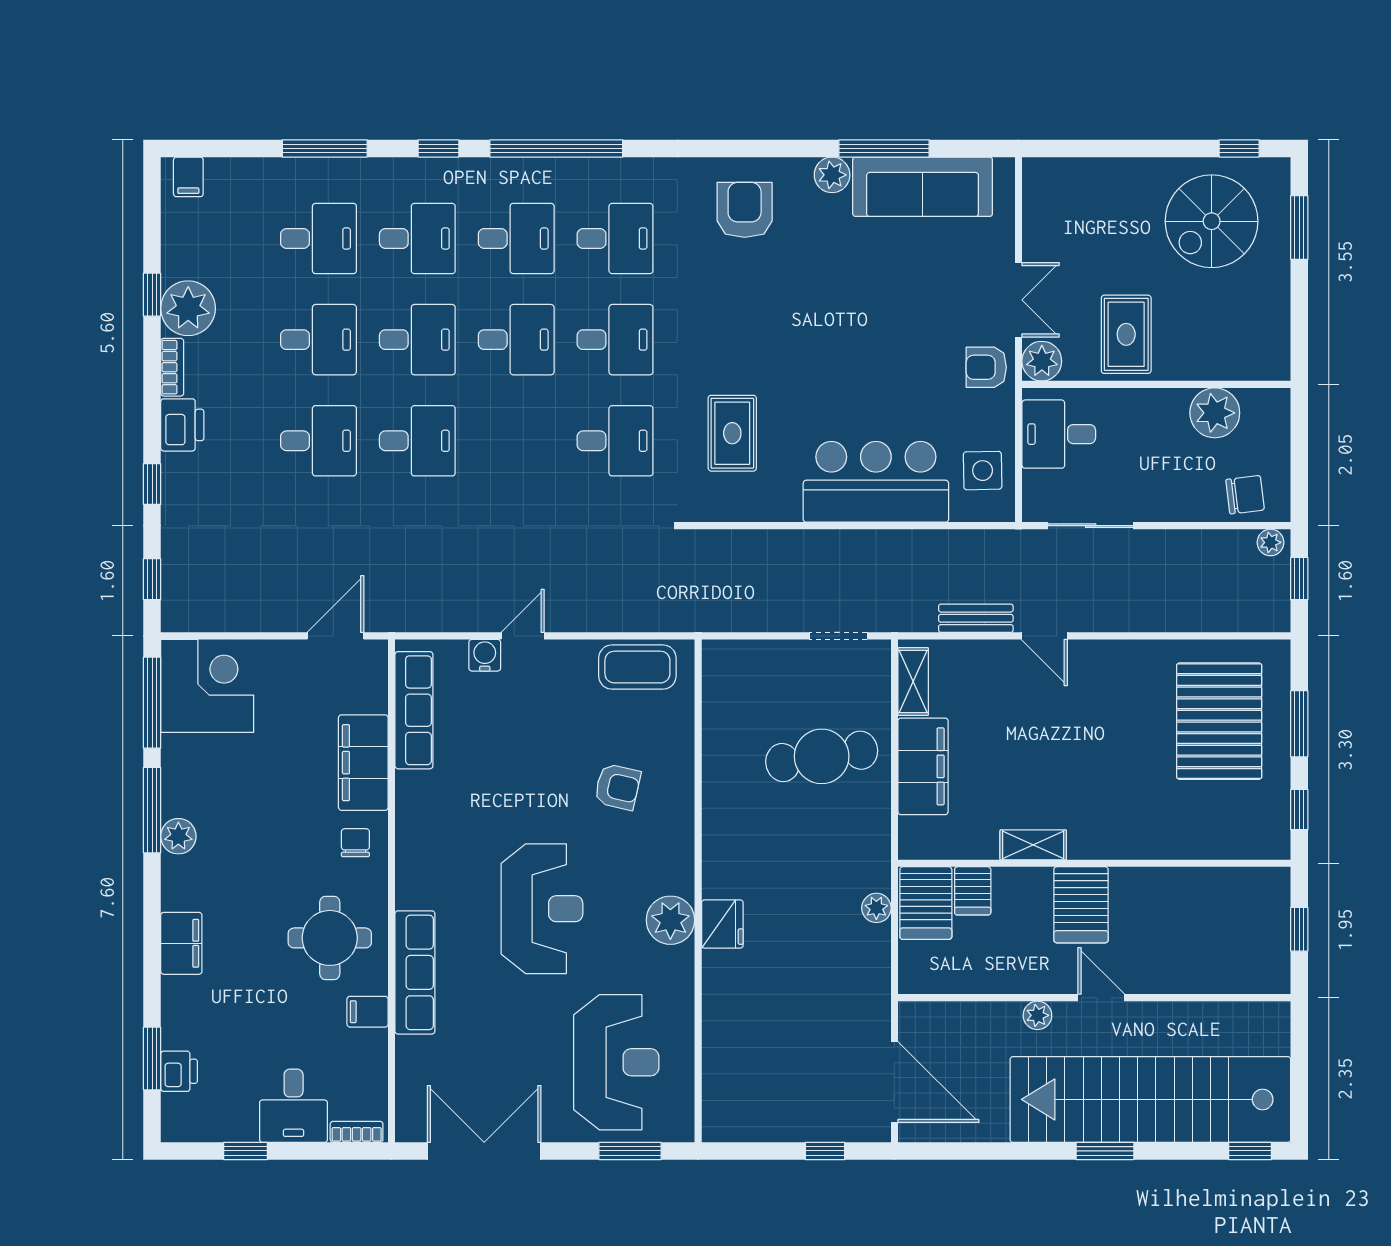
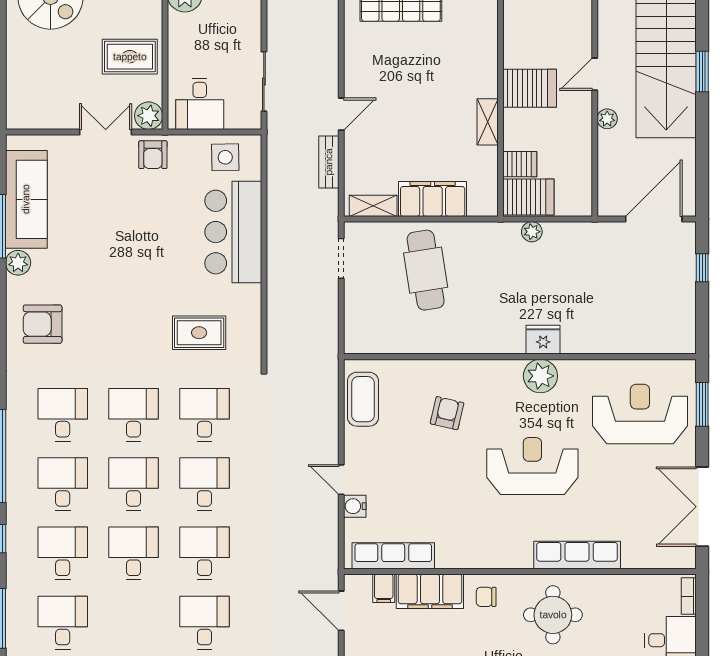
desk: (319, 340) -> (204, 484), moved
filing cabinet: (368, 1012) -> (384, 588), moved

